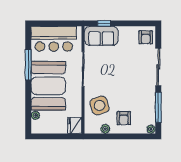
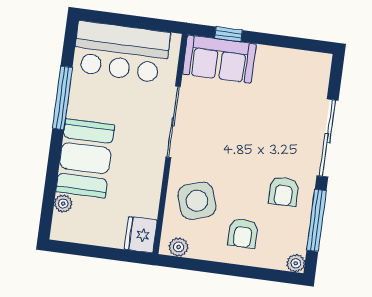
armchair: (146, 37) -> (284, 192), moved
booth: (48, 86) -> (85, 158), width x0.73, depth x0.70
plant: (105, 129) -> (179, 247), moved

